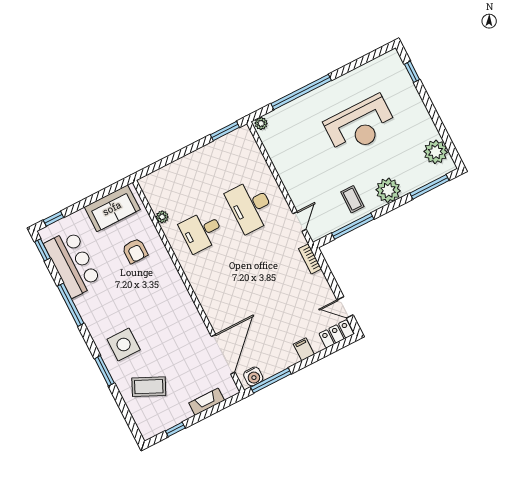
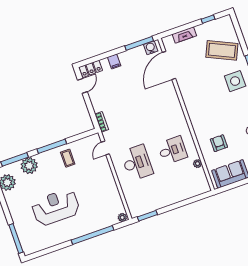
window: (412, 72) -> (16, 239), width x2.17
plant: (388, 190) -> (29, 166), moved
window: (353, 226) -> (52, 146), moved
door: (345, 307) -> (82, 86), hinge flipped
coffee table: (149, 387) -> (222, 50), width x1.36, depth x1.32

